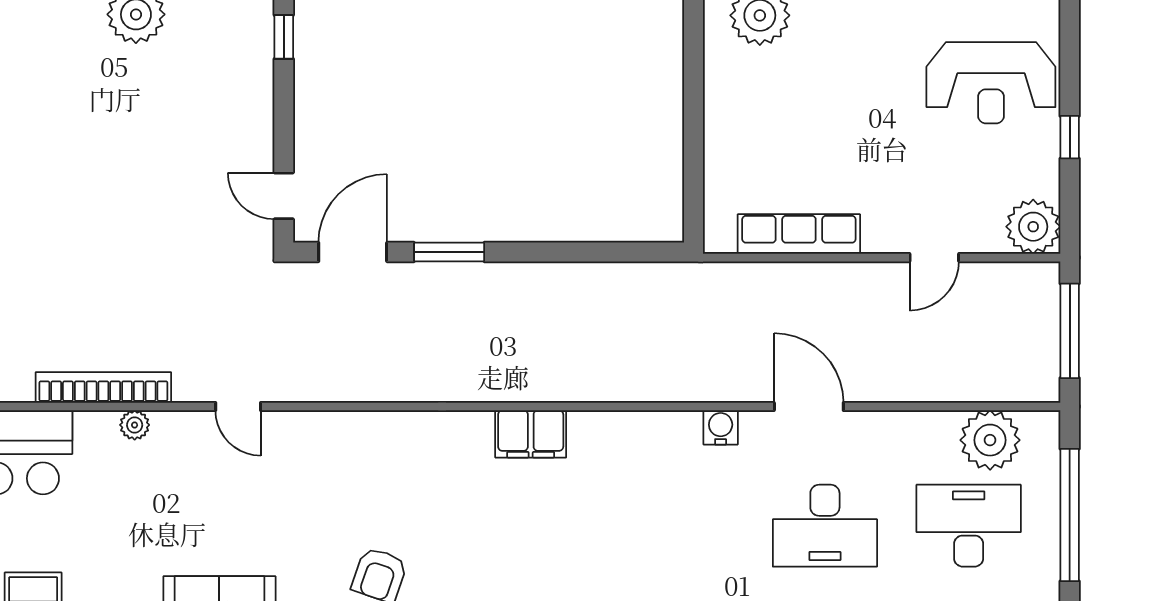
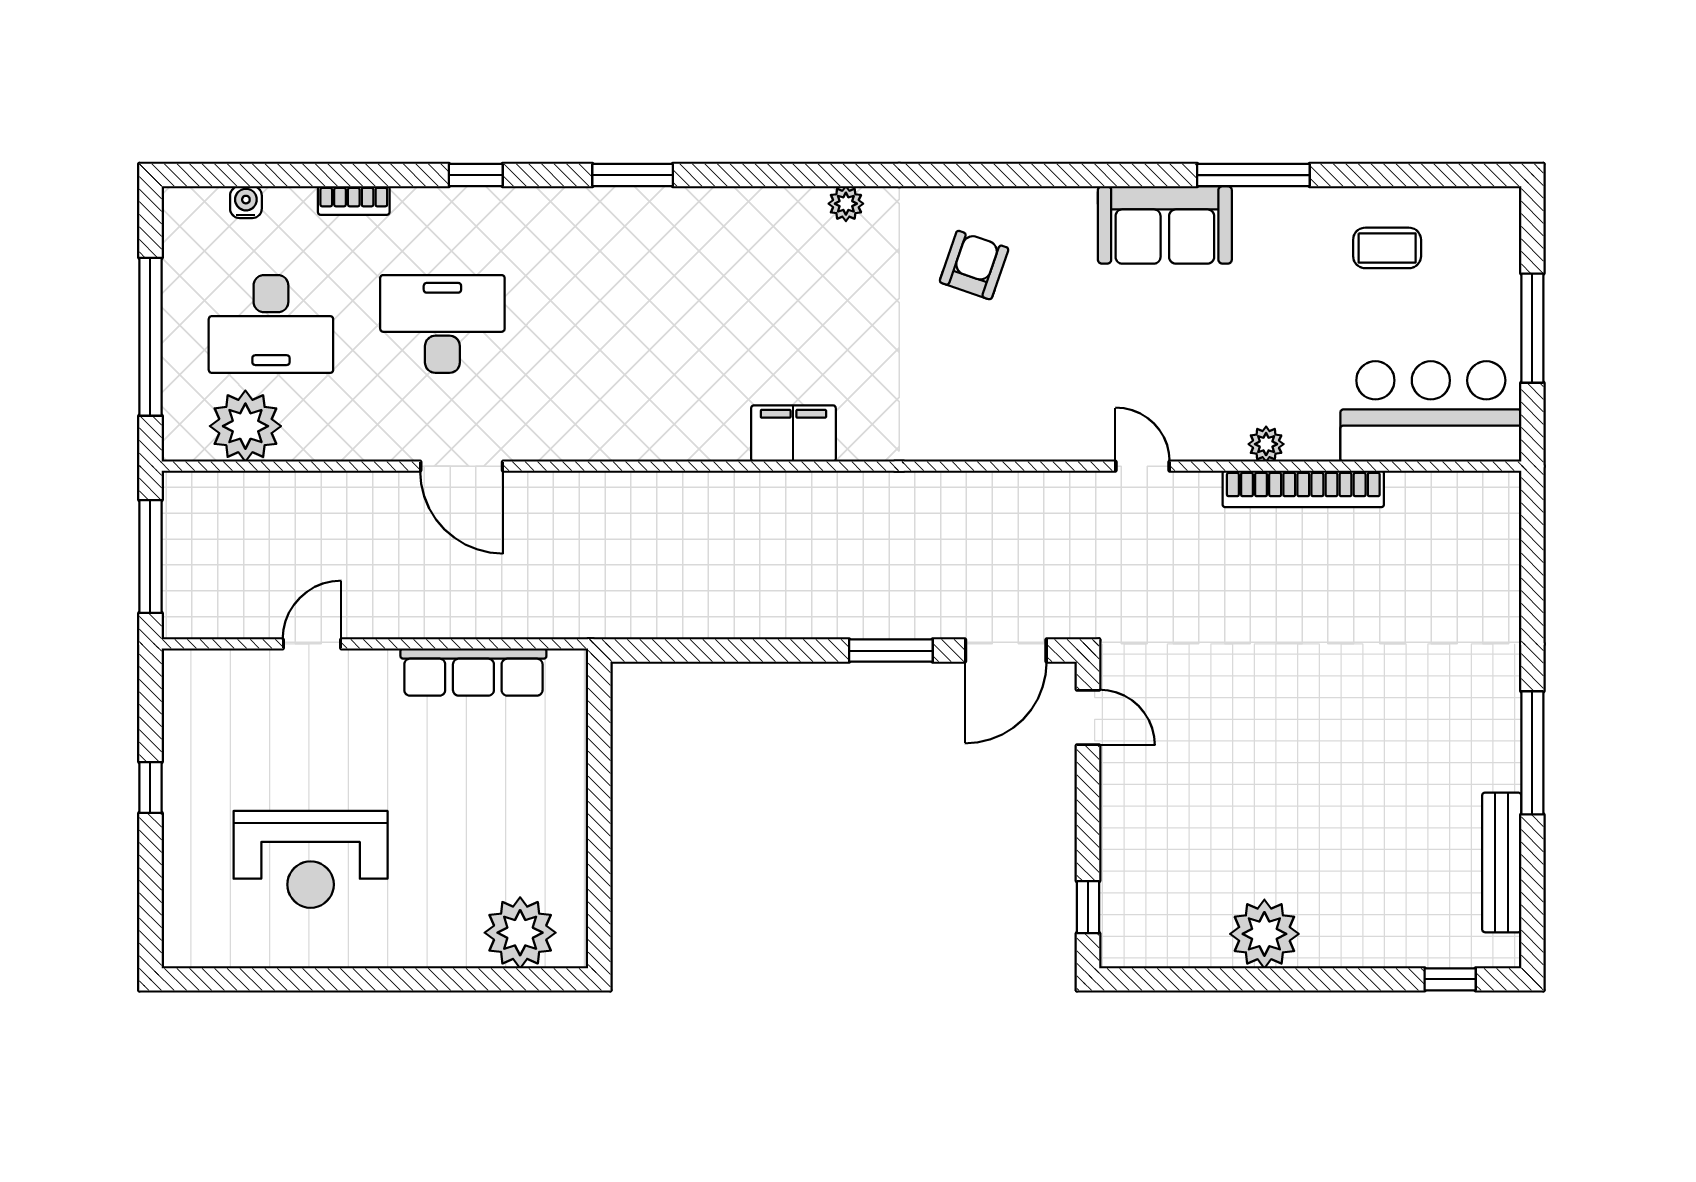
reception desk: (991, 83) -> (311, 859), moved, turned 180
plant: (1033, 227) -> (194, 681), removed
water cooler: (721, 427) -> (567, 441), removed

